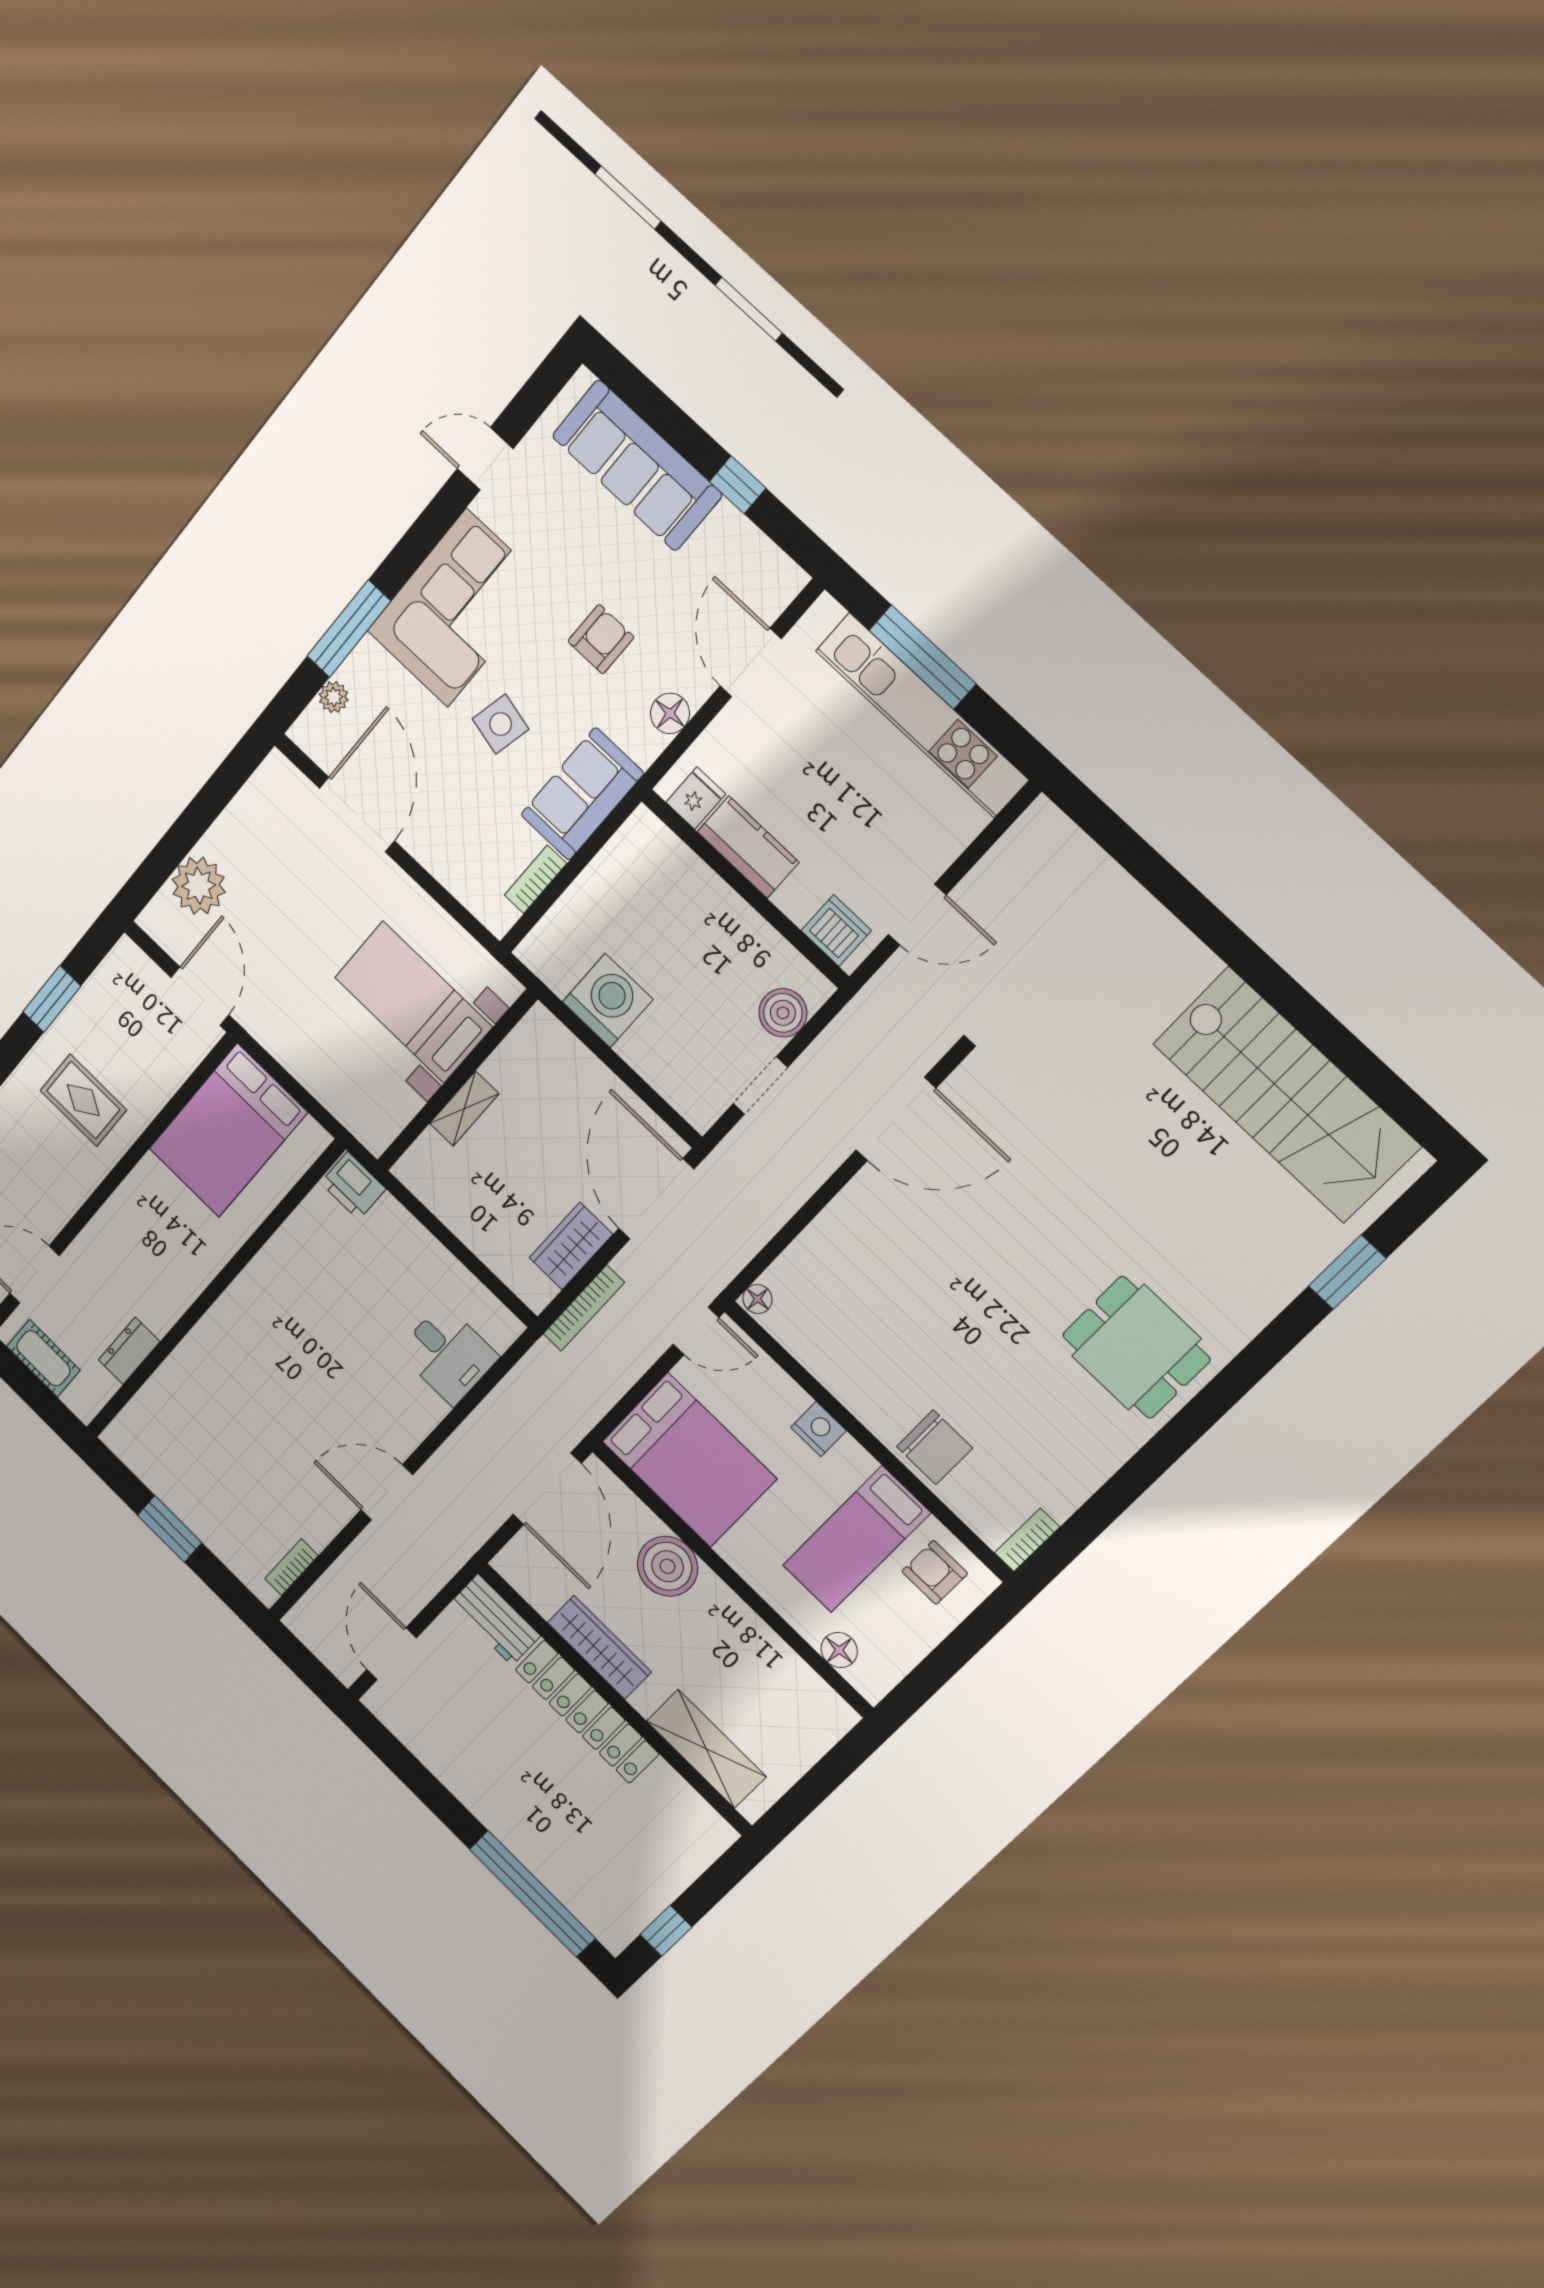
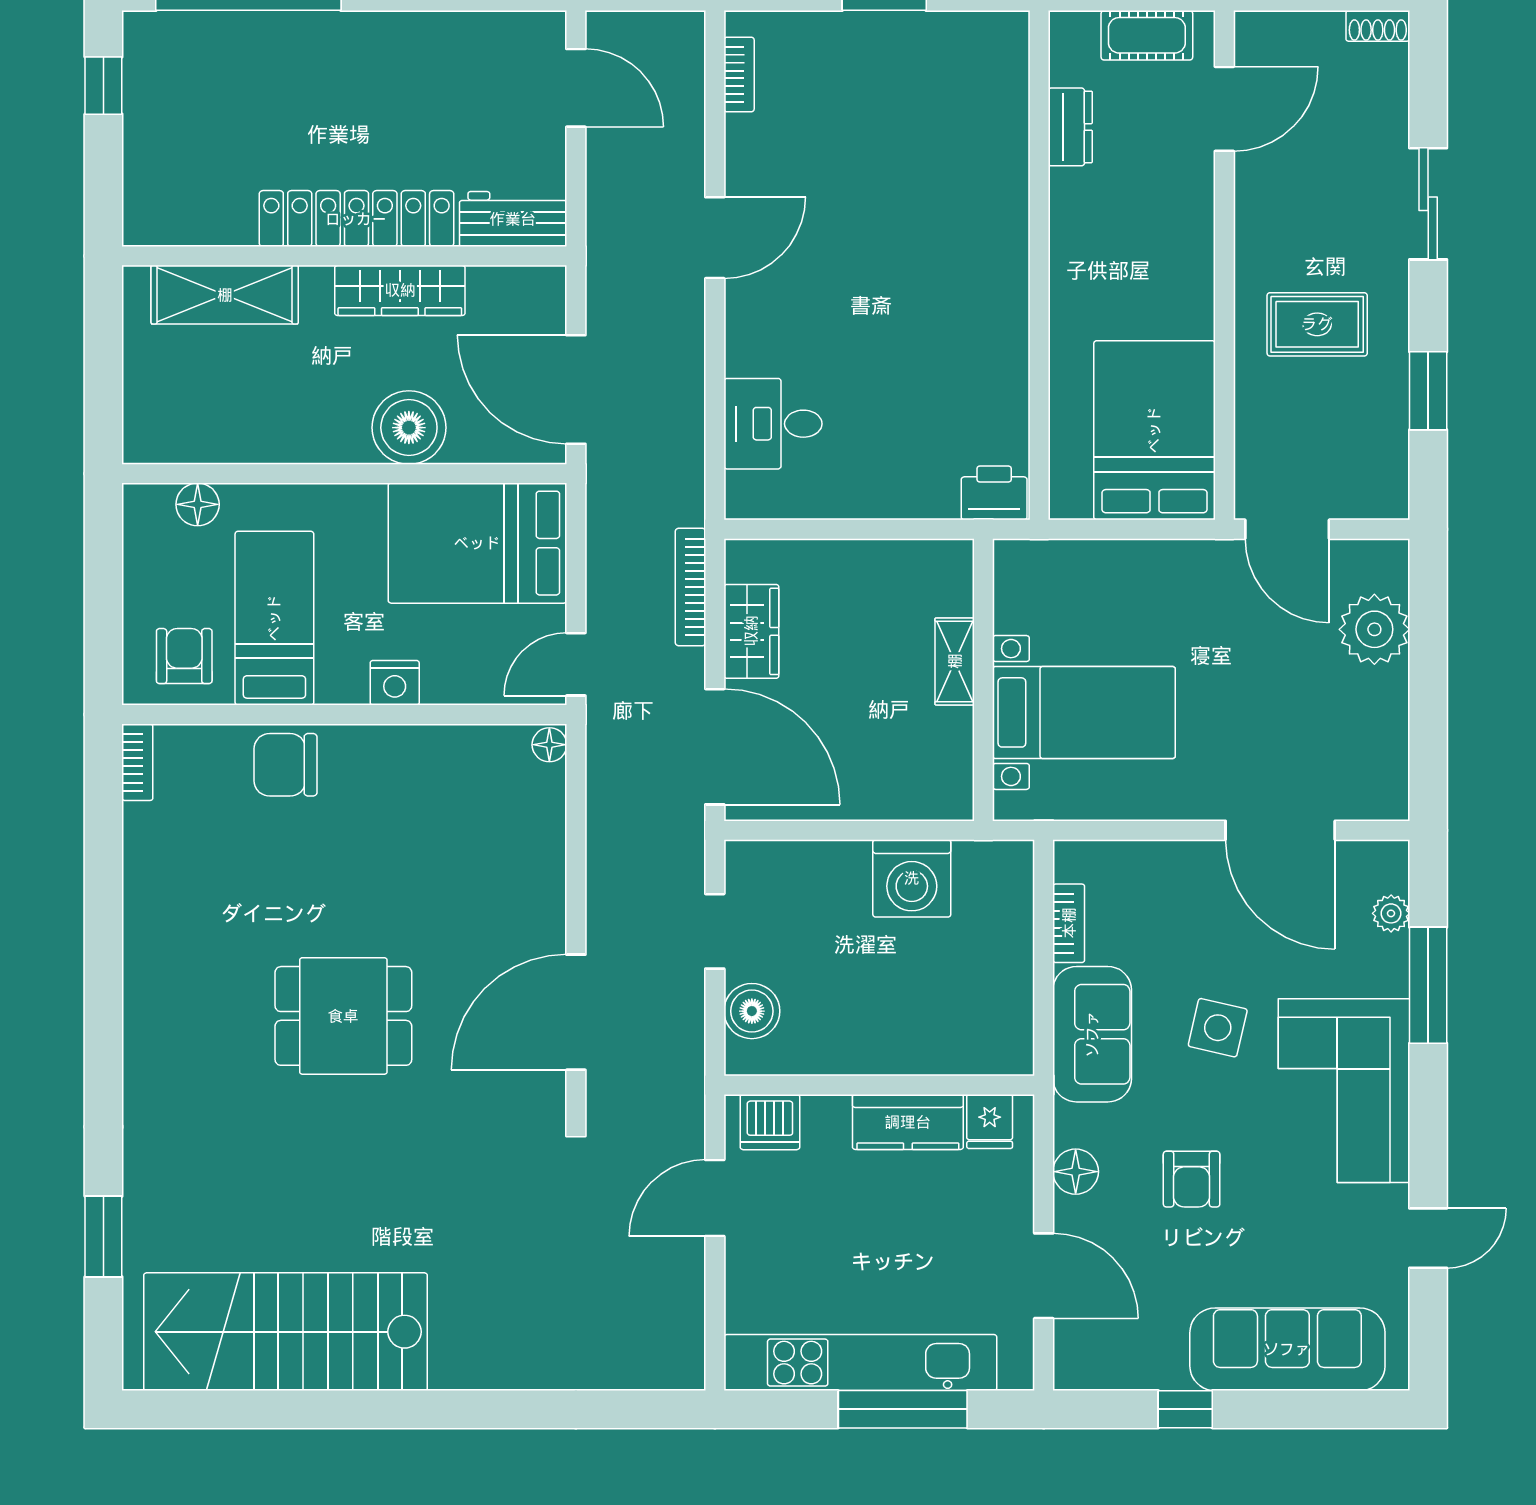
dining table: (1136, 1347) -> (343, 1016), moved
armchair: (935, 1572) -> (184, 656), turned -90

